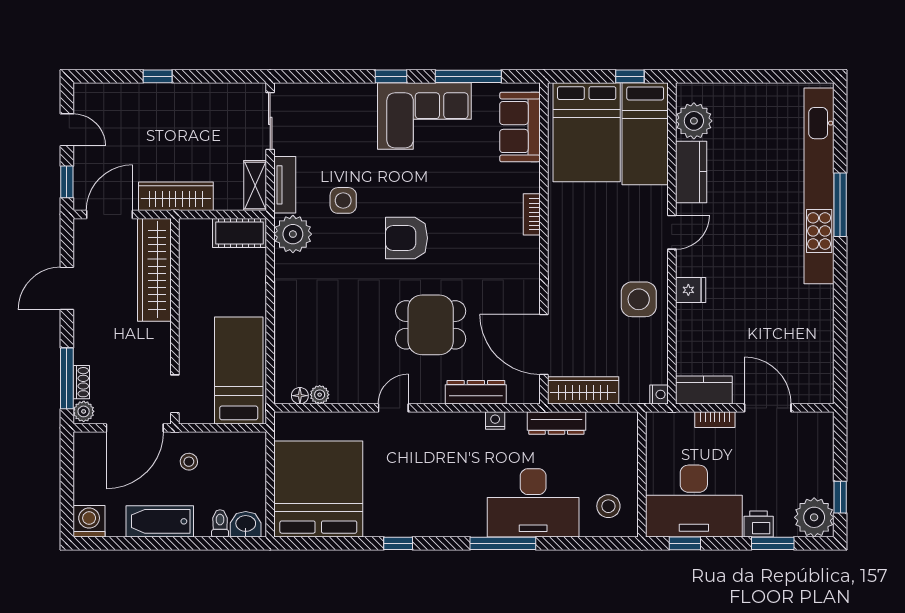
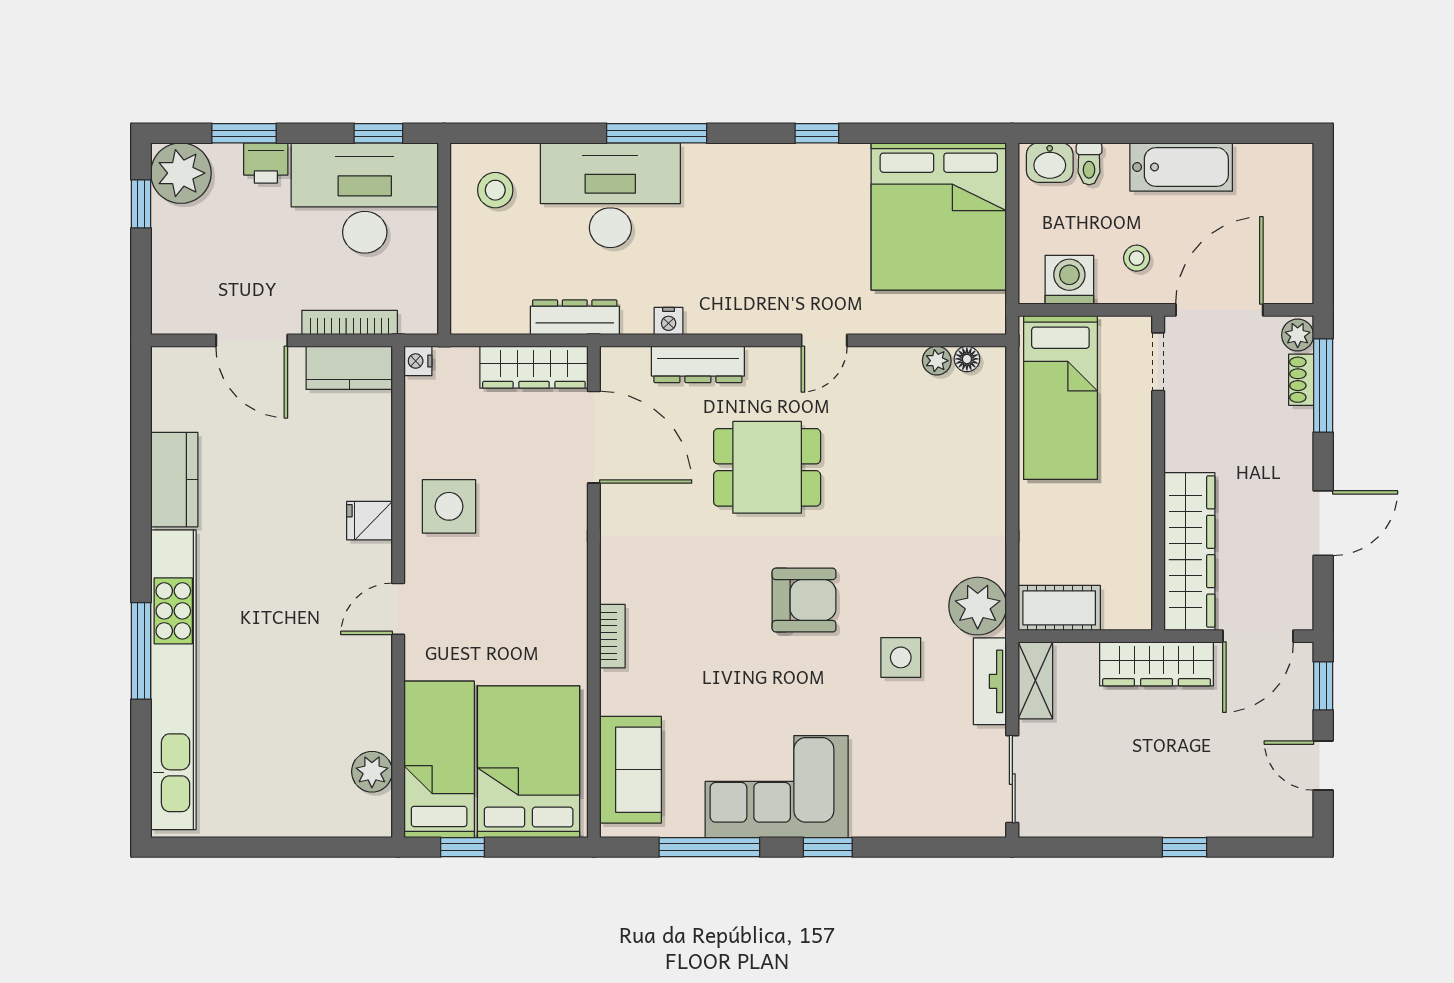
plant: (694, 121) -> (372, 772), width x0.73, depth x0.73
kitchen counter: (691, 172) -> (174, 480), moved, turned 180
bookcase: (715, 420) -> (350, 323), width x1.56
washing machine: (89, 521) -> (1069, 280), moved, turned 180

